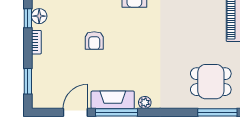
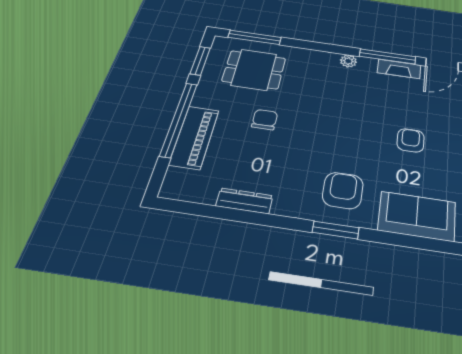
chair: (194, 40) -> (265, 120), added
fireplace: (113, 100) -> (399, 69), width x0.73, depth x0.76

